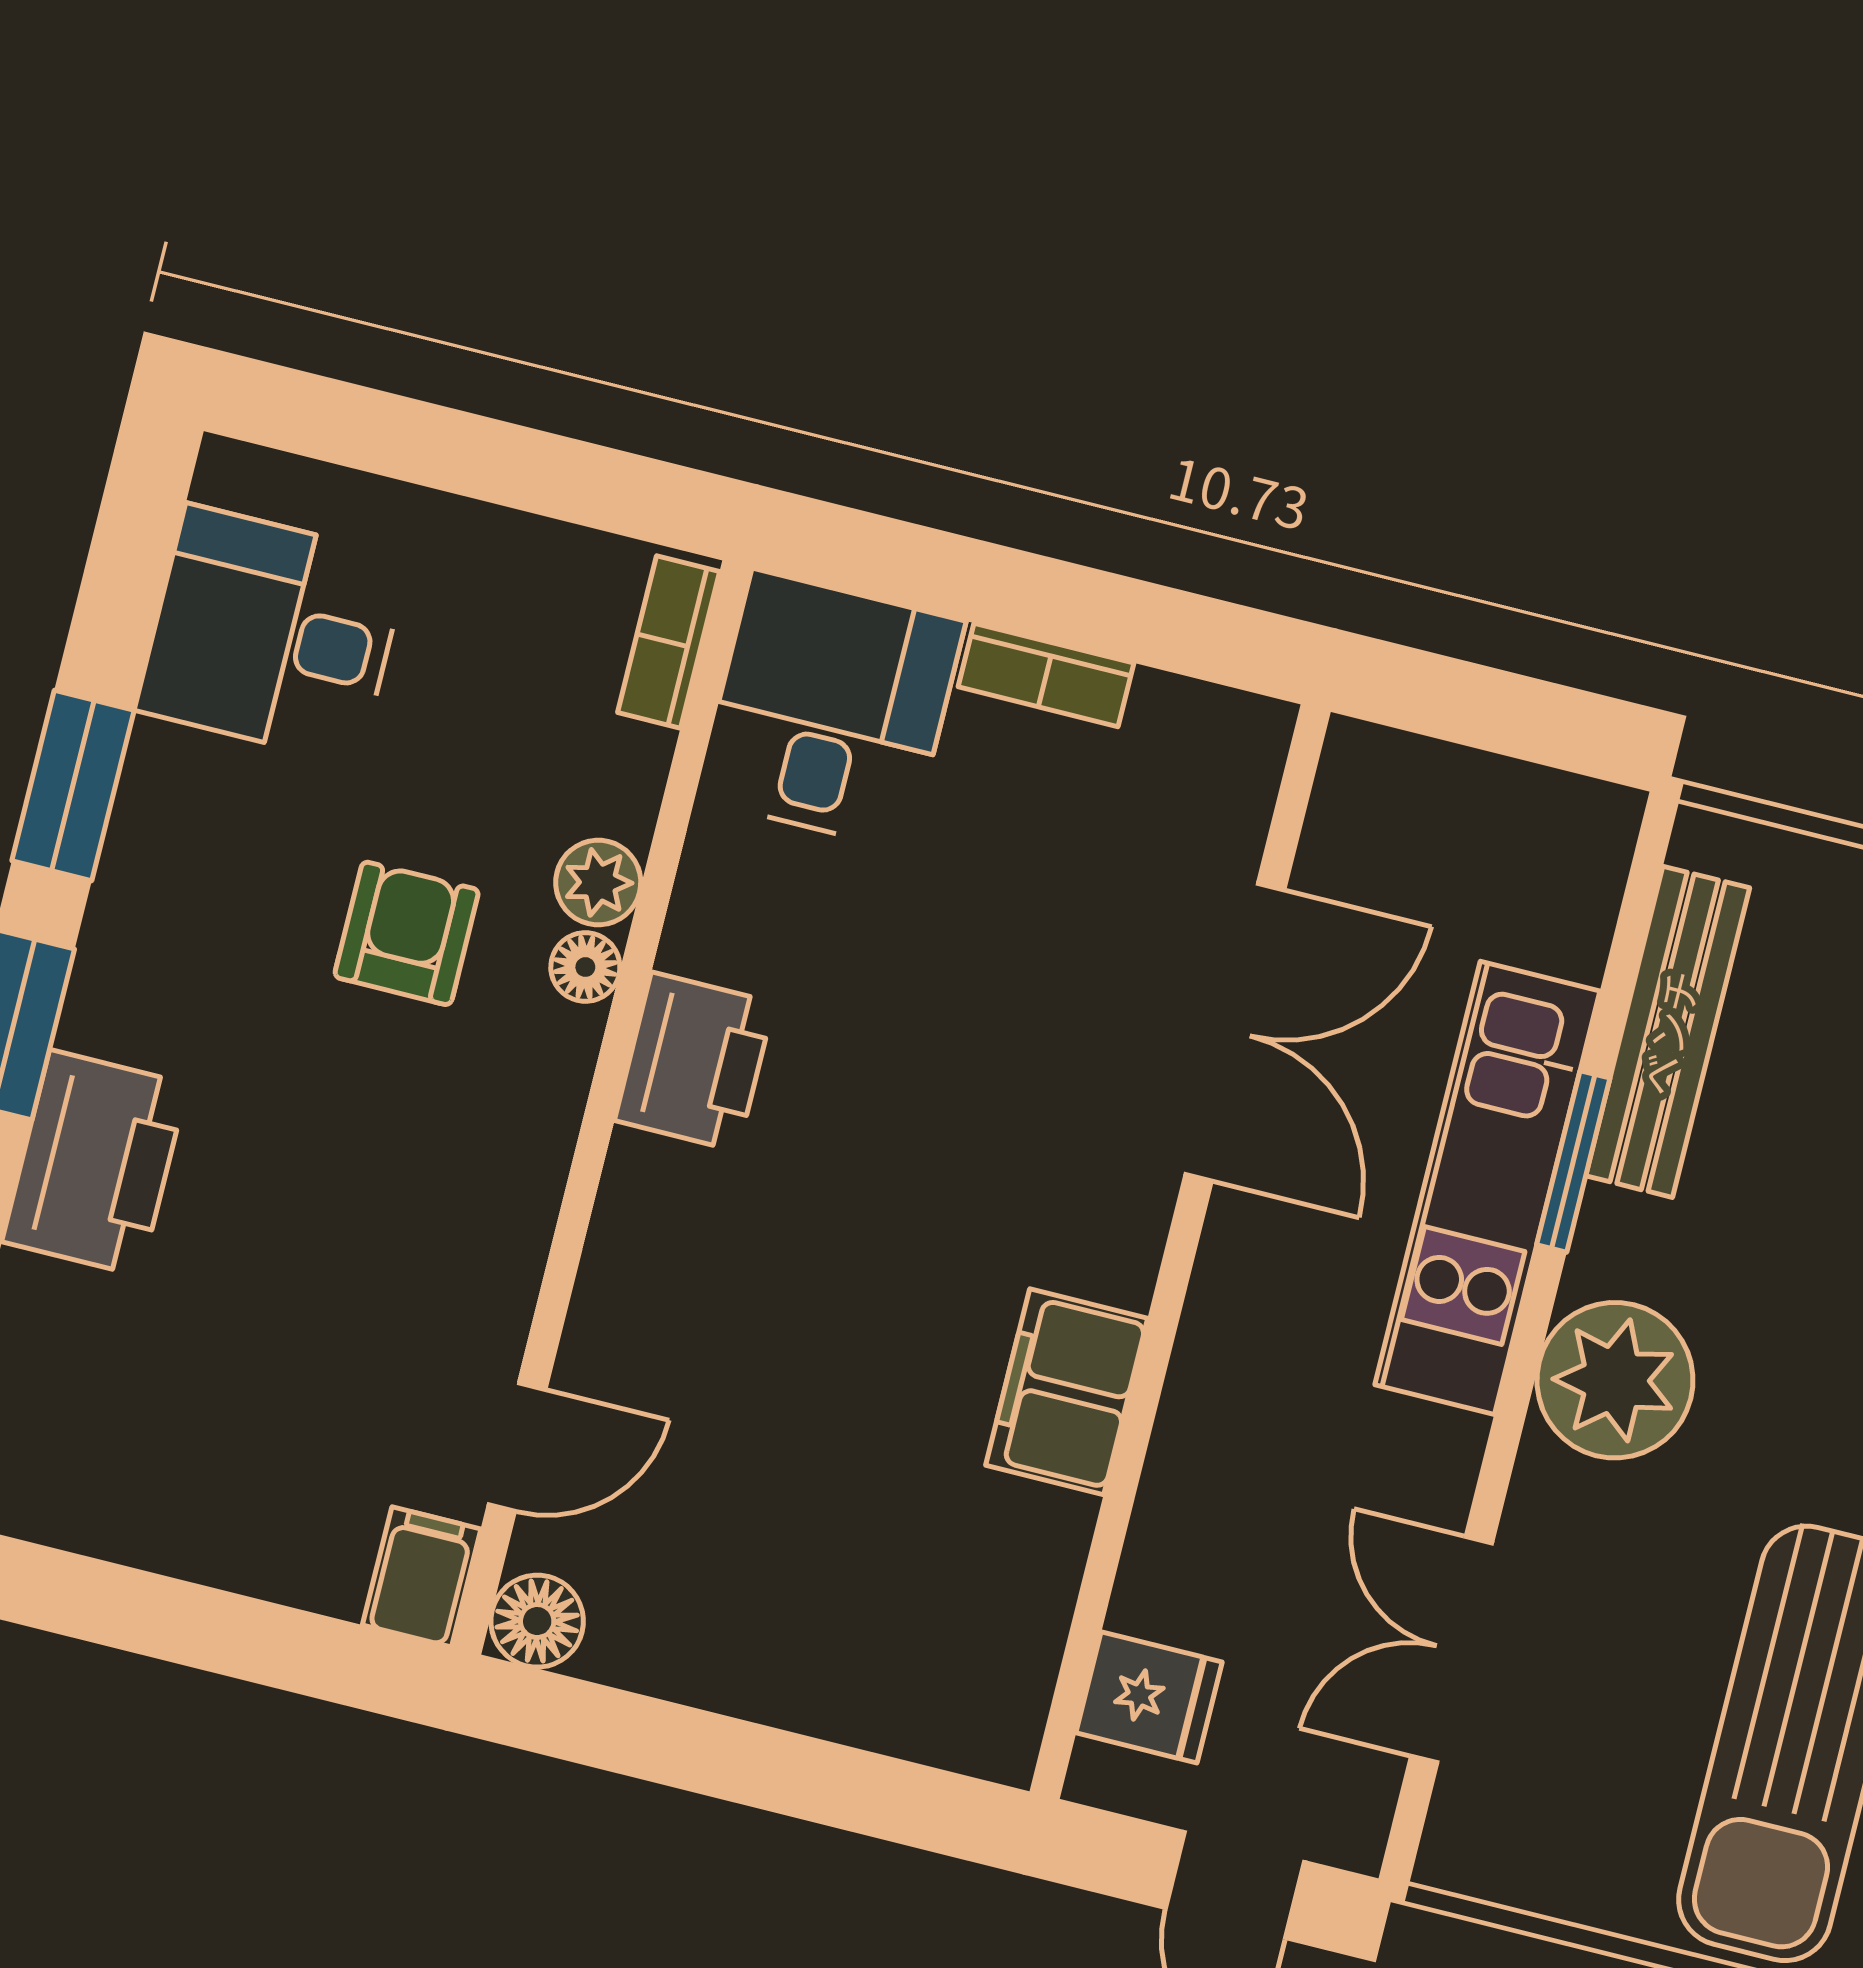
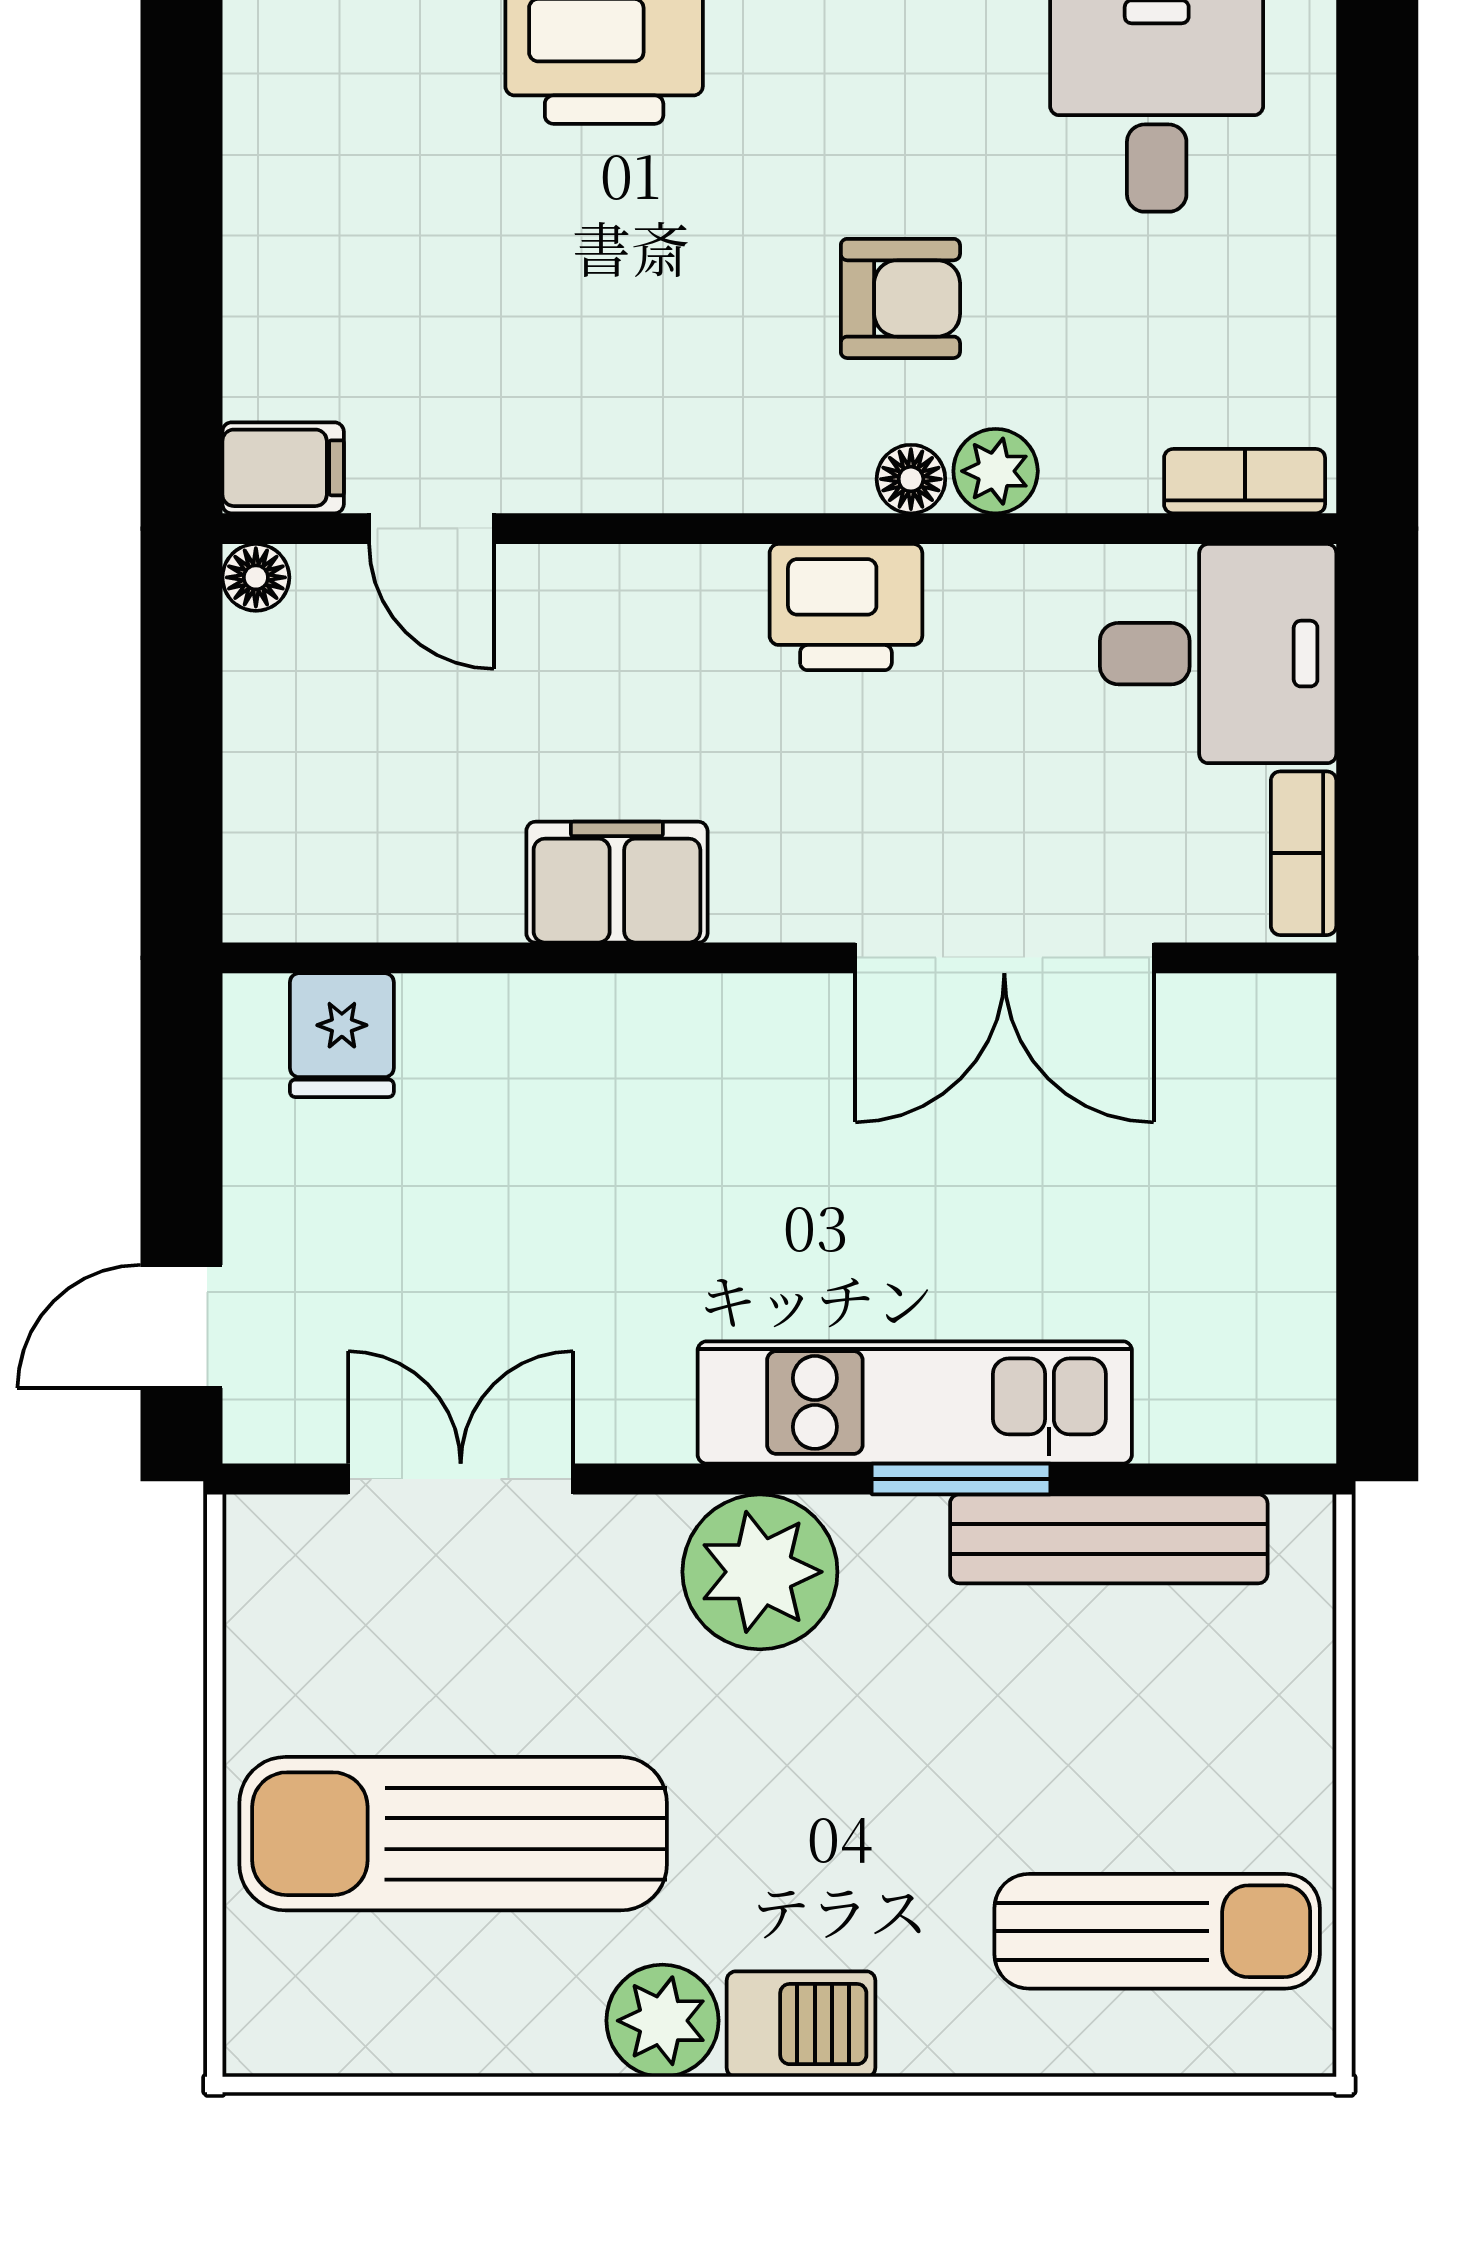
double door: (1235, 1032) -> (1004, 958), moved
wall: (1180, 1252) -> (779, 958), moved
filing cabinet: (1067, 1392) -> (617, 882), moved
floor lamp: (537, 1621) -> (256, 577), width x0.73, depth x0.73
fridge: (1149, 1697) -> (342, 1035), moved

